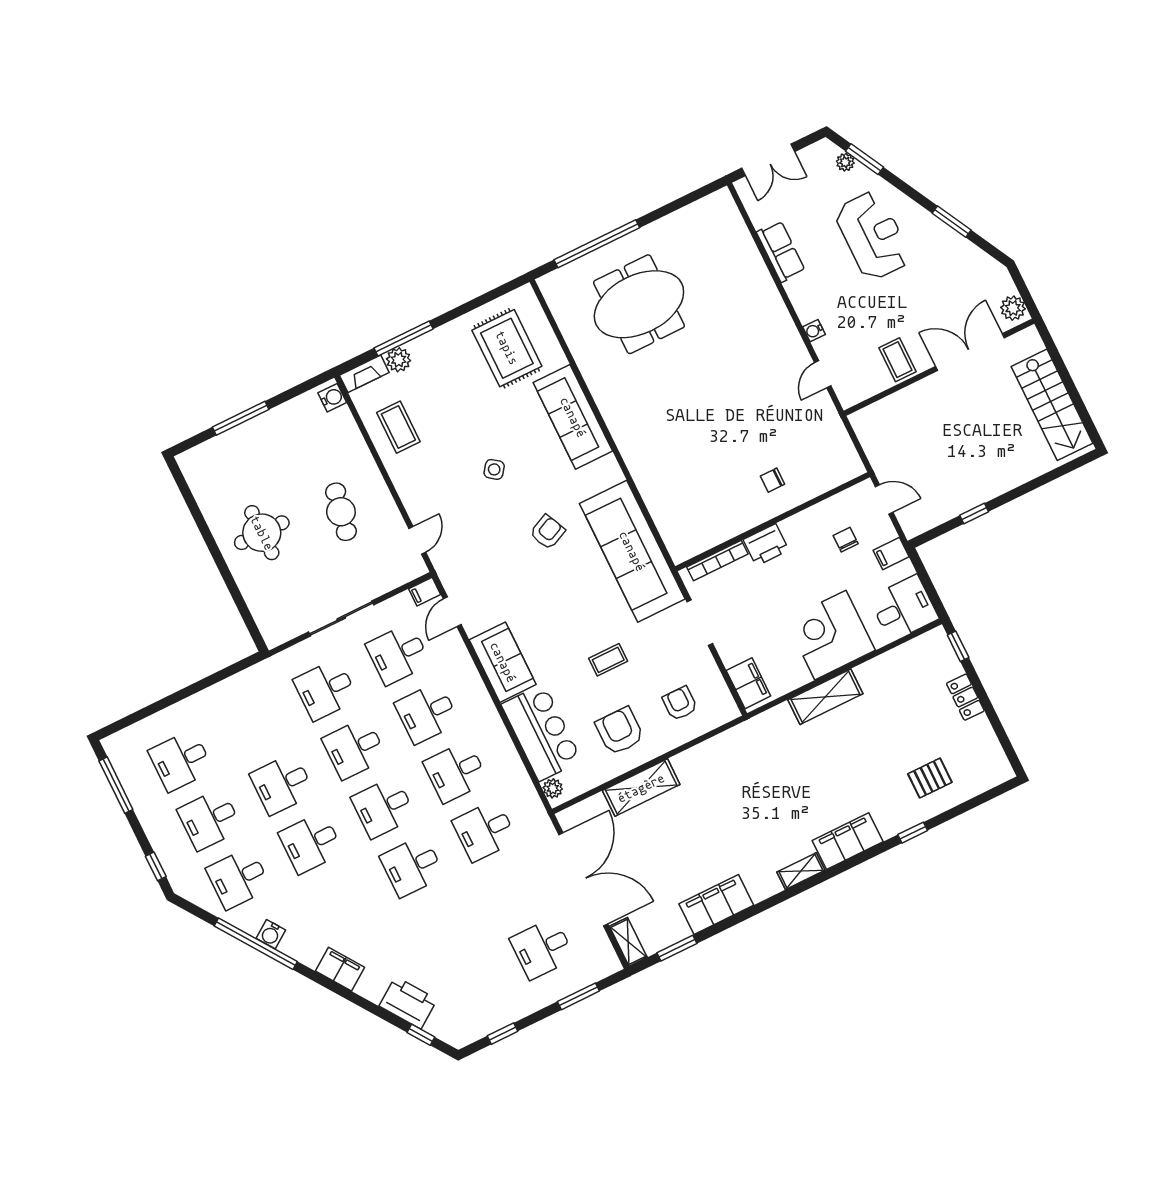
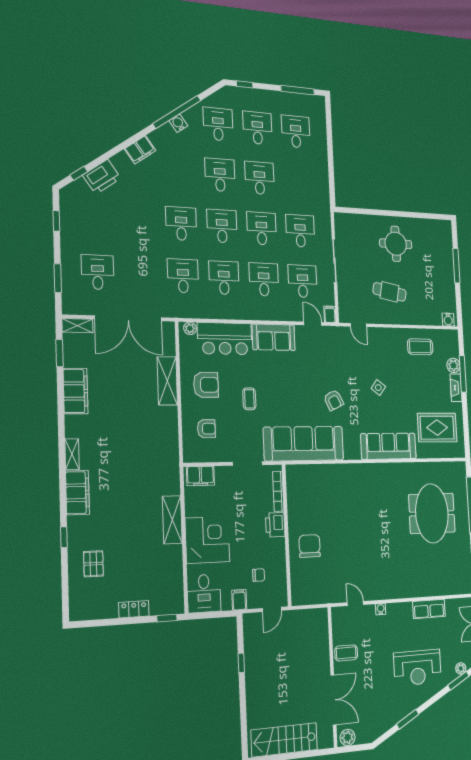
fireplace: (364, 374) -> (456, 388), moved
chair: (773, 480) -> (310, 546), width x1.87, depth x1.87

